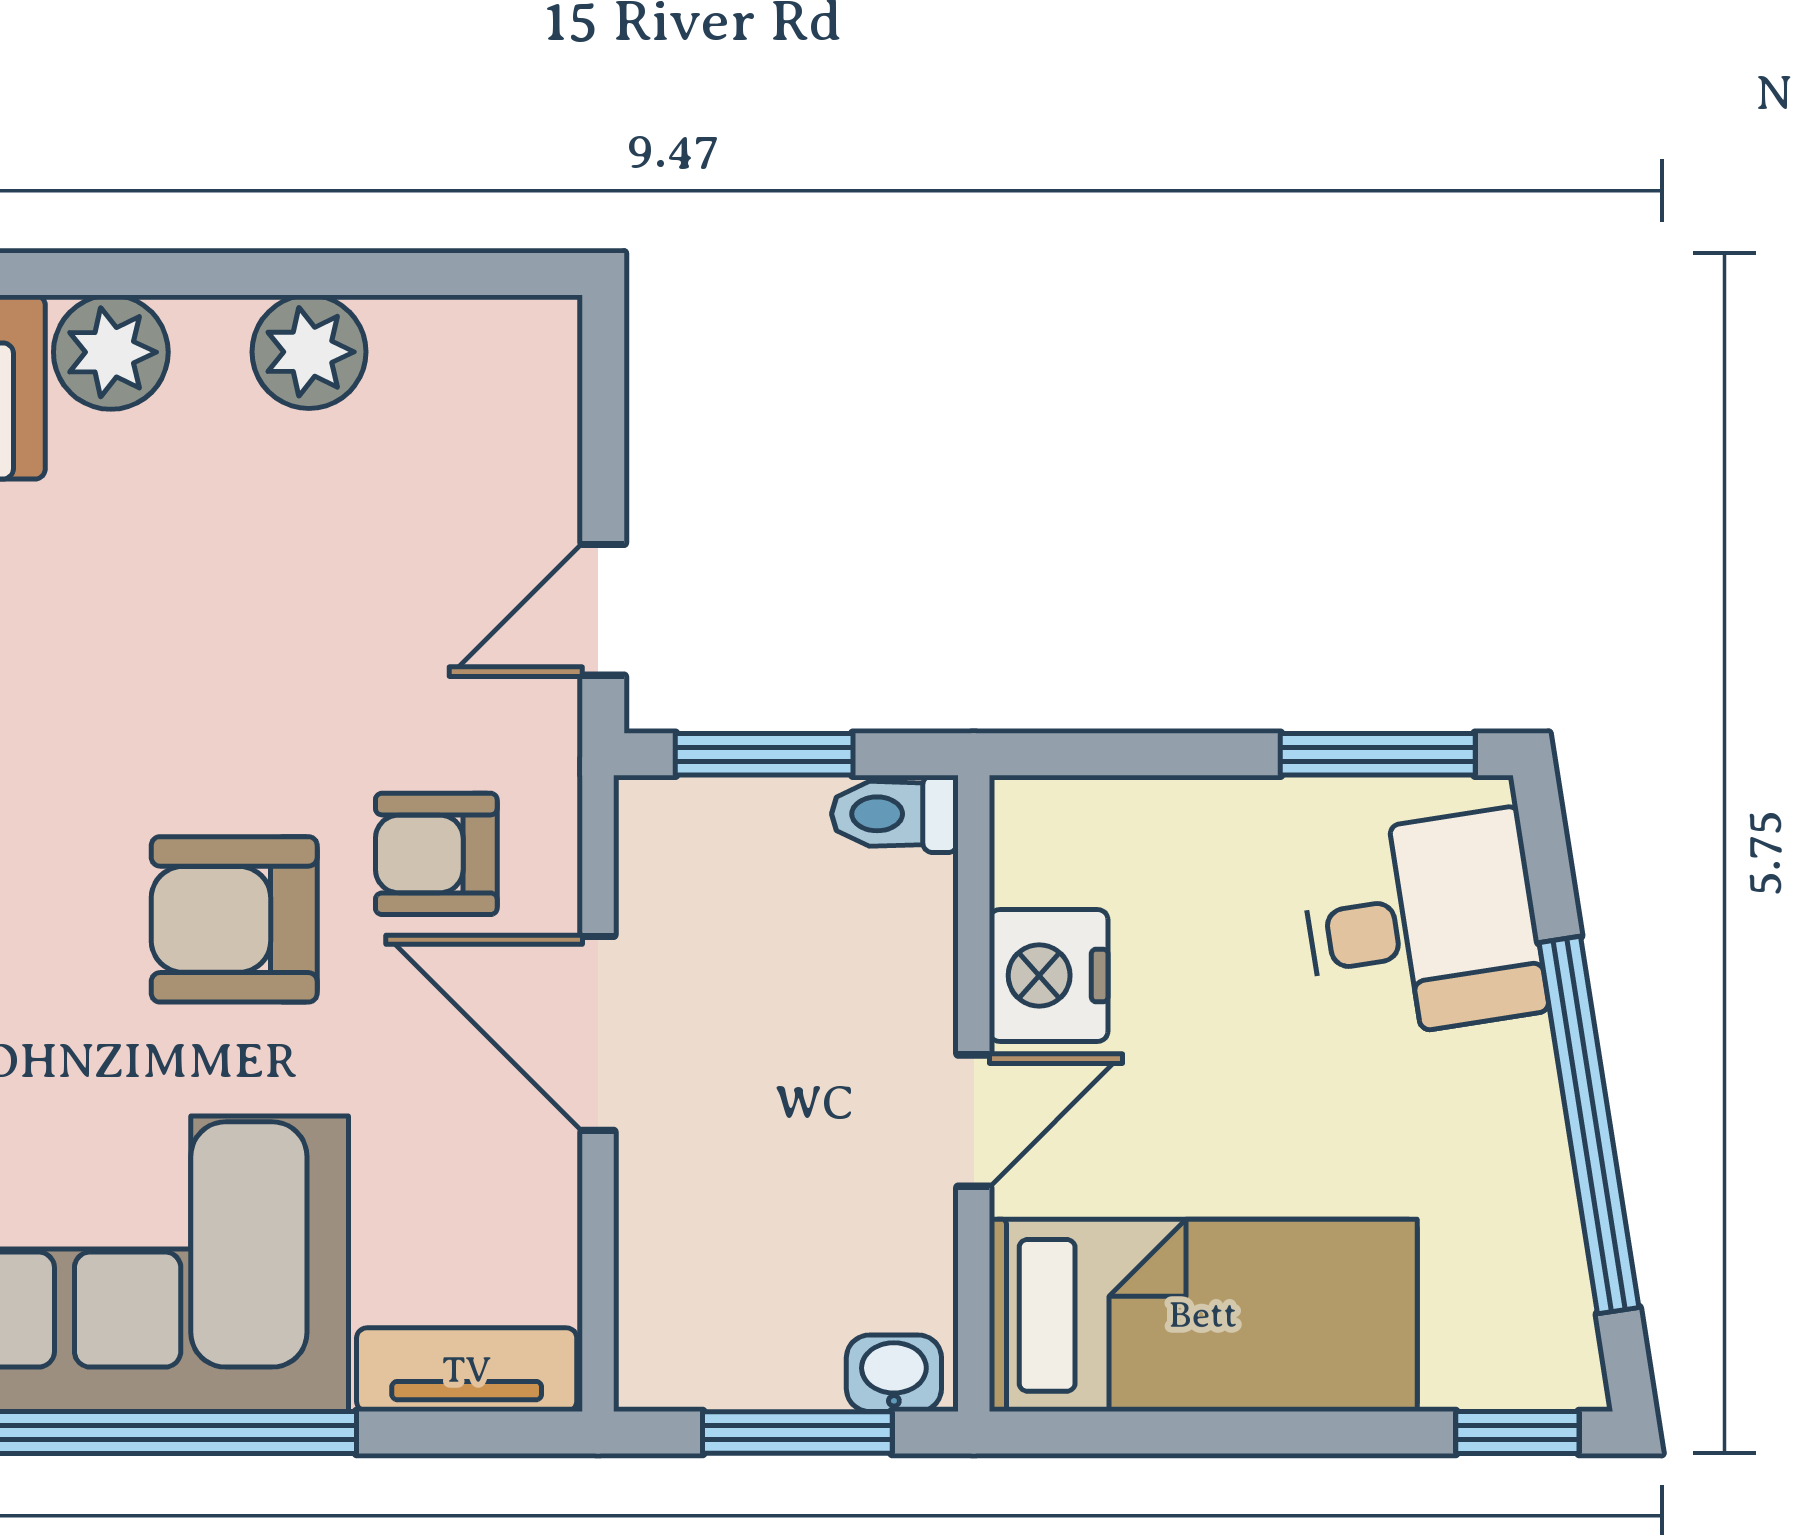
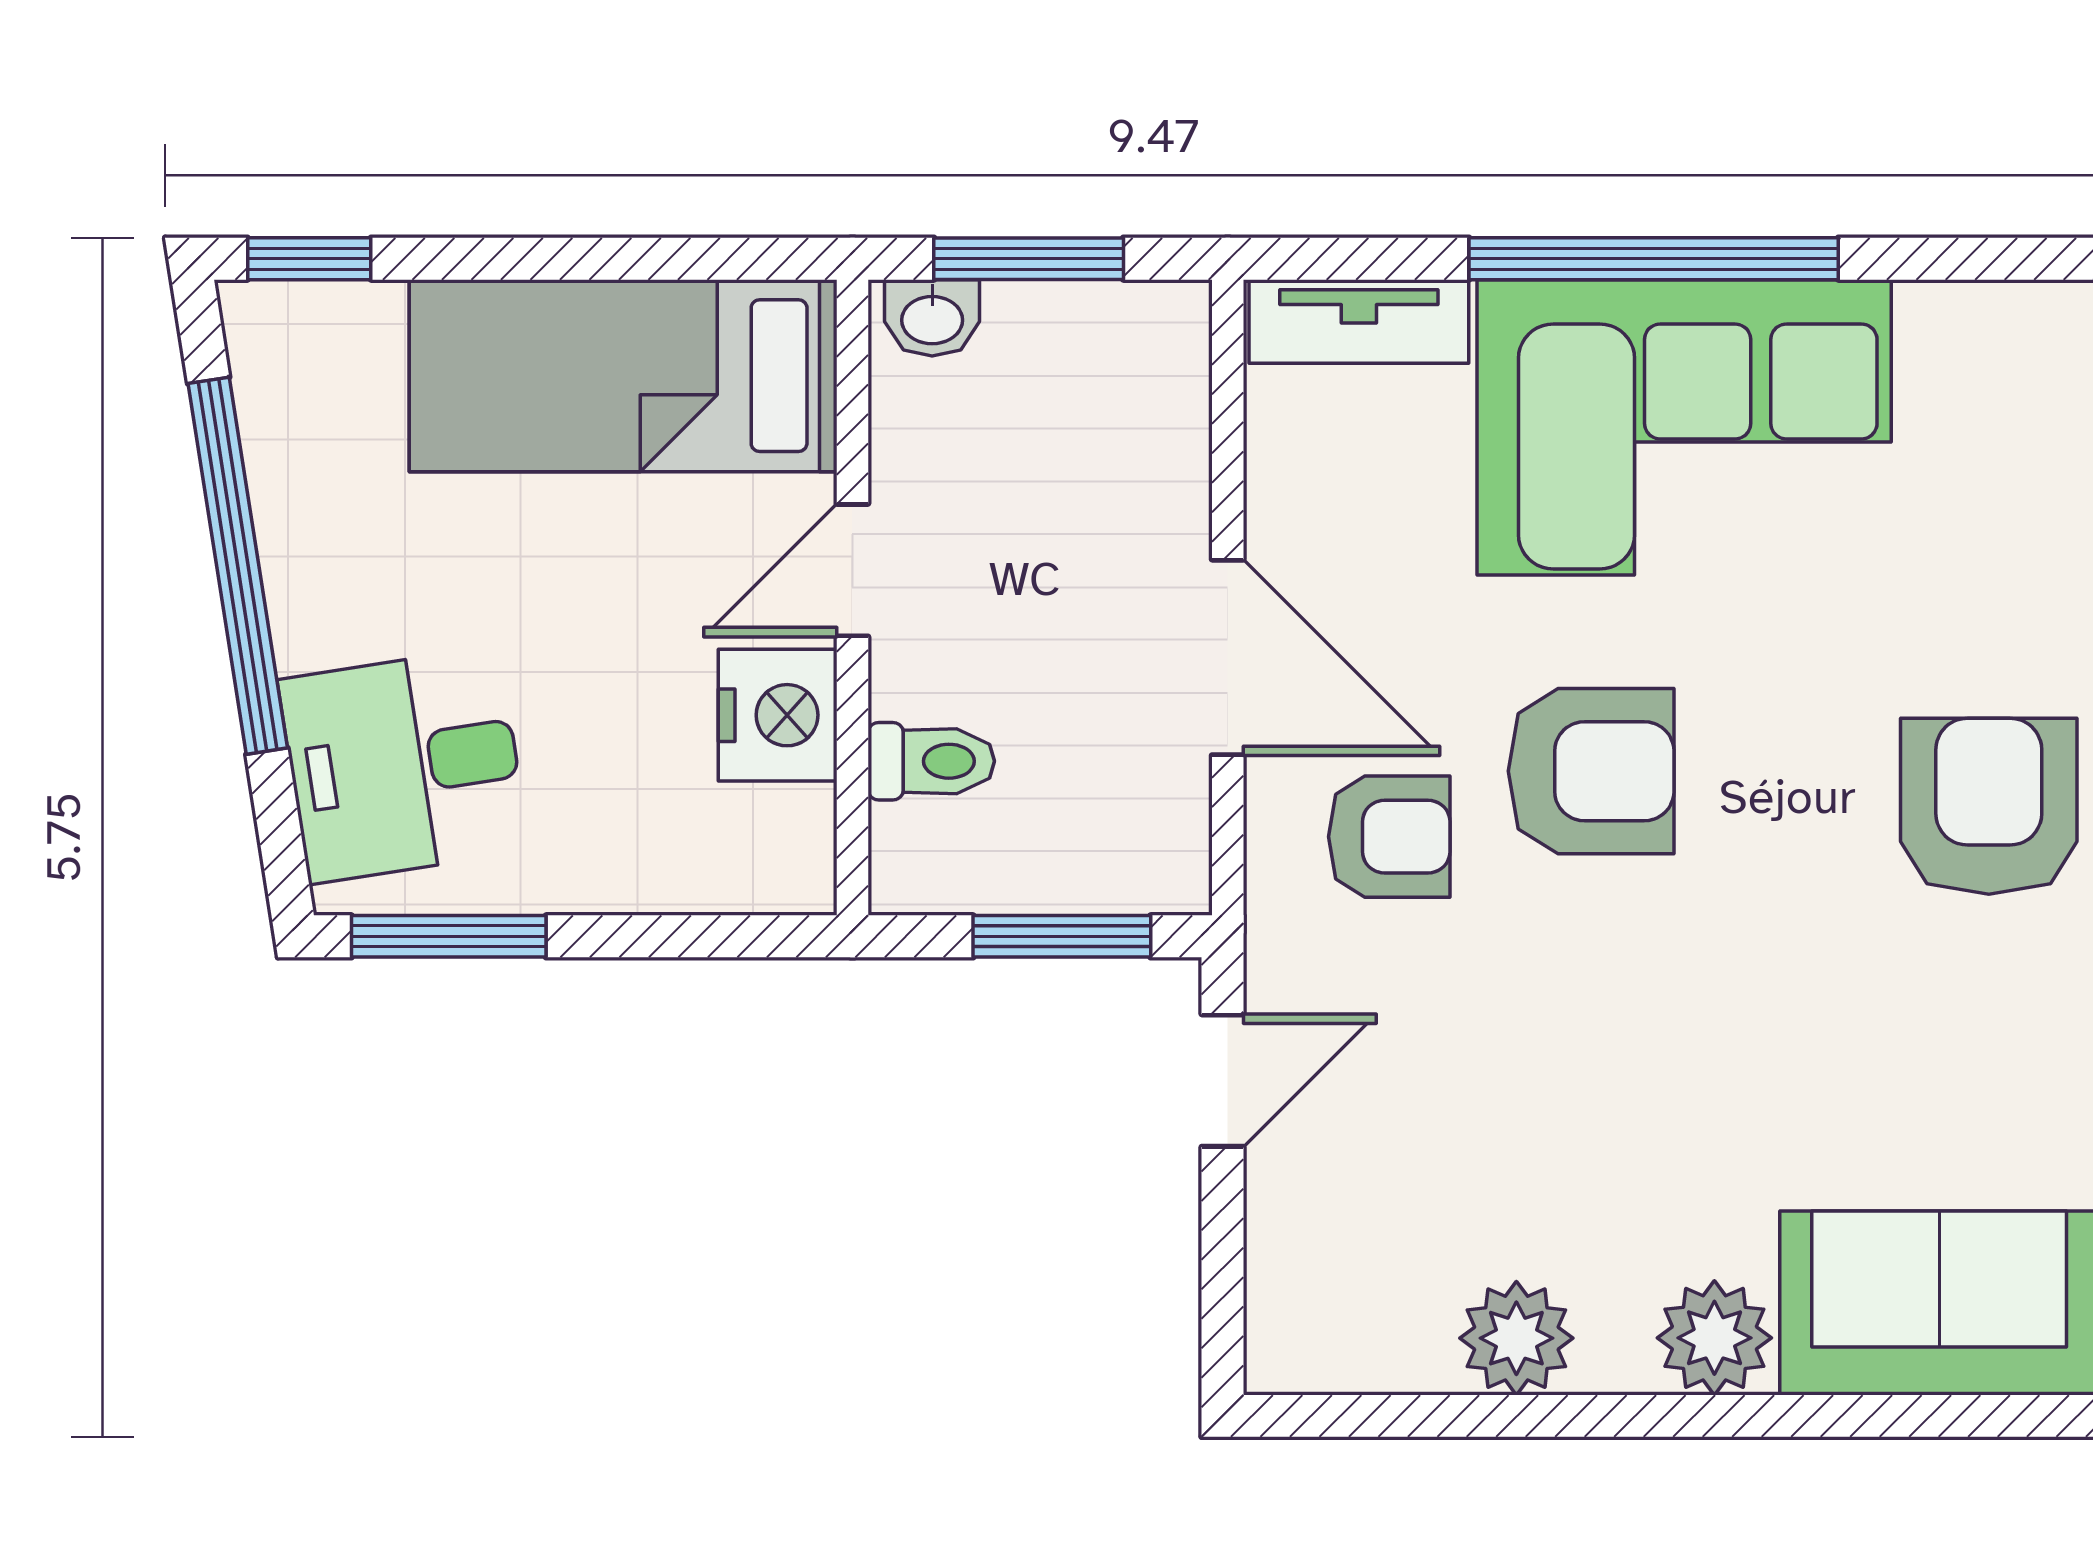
toilet: (895, 814) -> (931, 761), moved

